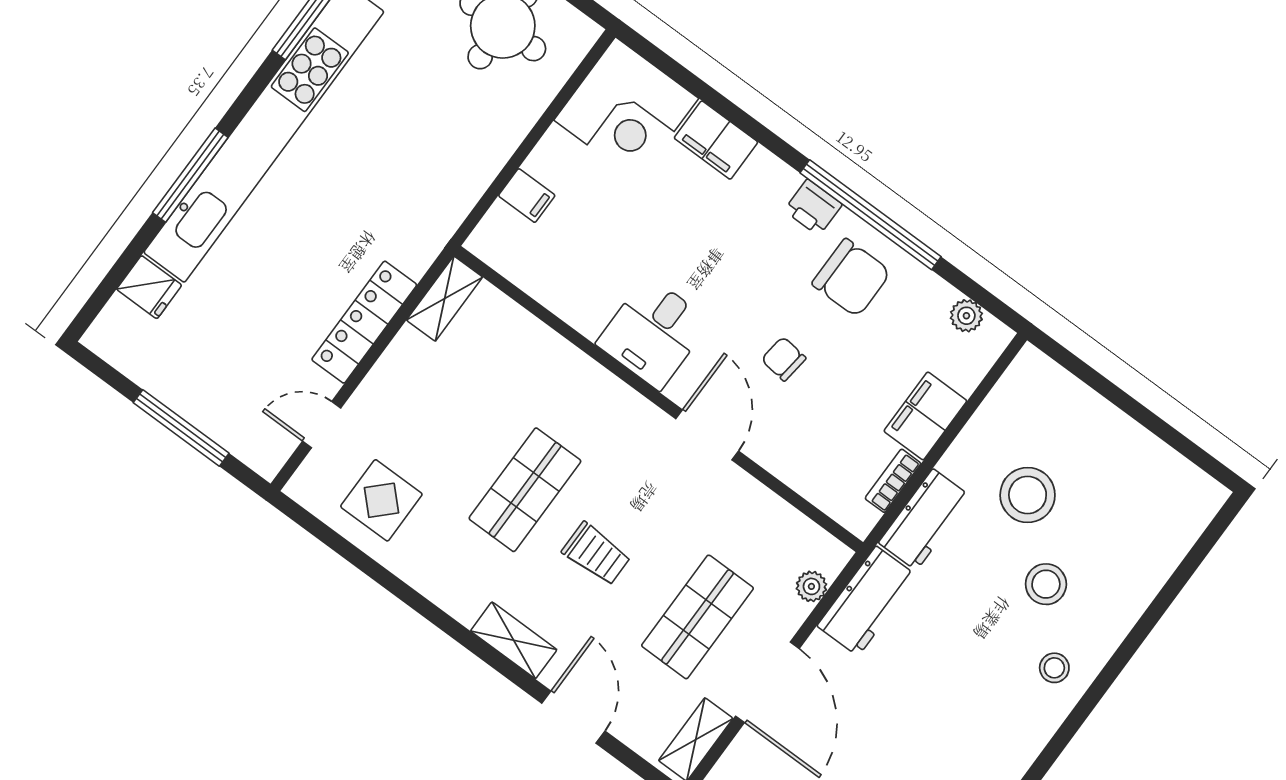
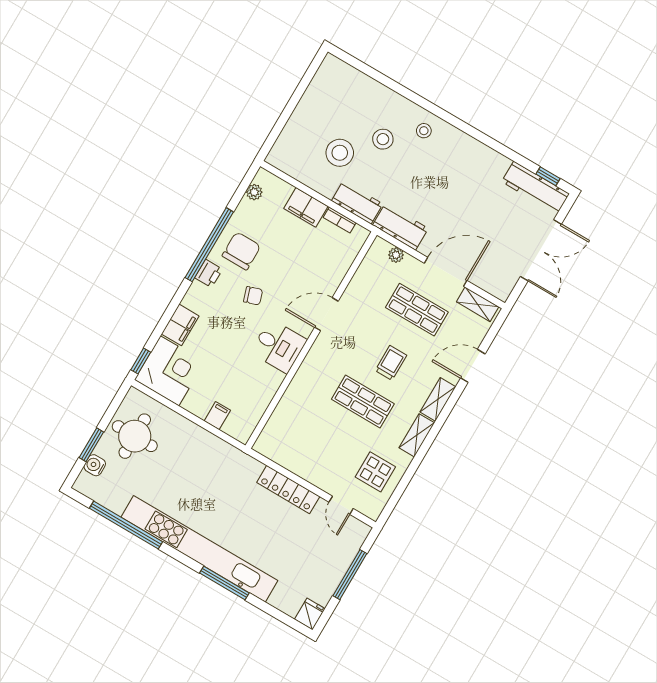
window: (652, 54) -> (141, 361), added
fridge: (149, 287) -> (310, 614), moved
shelving: (445, 299) -> (417, 435), moved, turned 90
chair: (784, 359) -> (253, 296), moved, turned -115

